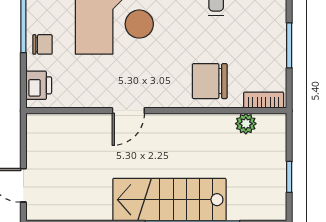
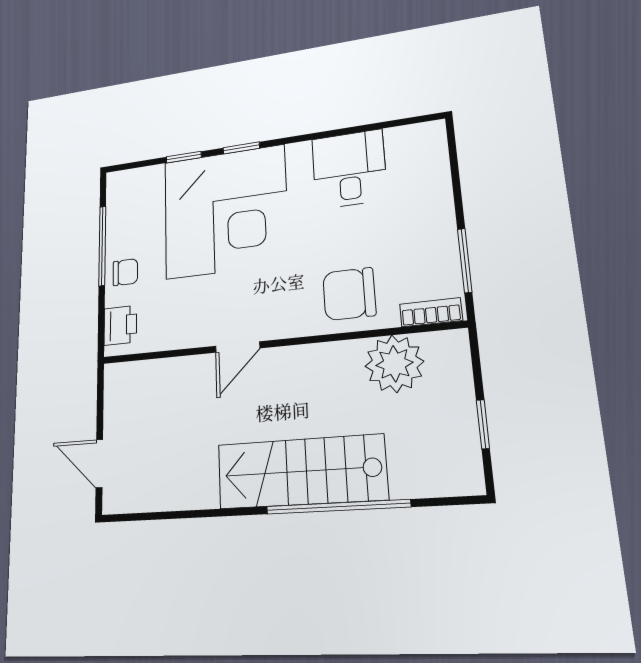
window: (289, 45) -> (465, 260), moved
plant: (246, 124) -> (394, 364), width x1.88, depth x1.88

